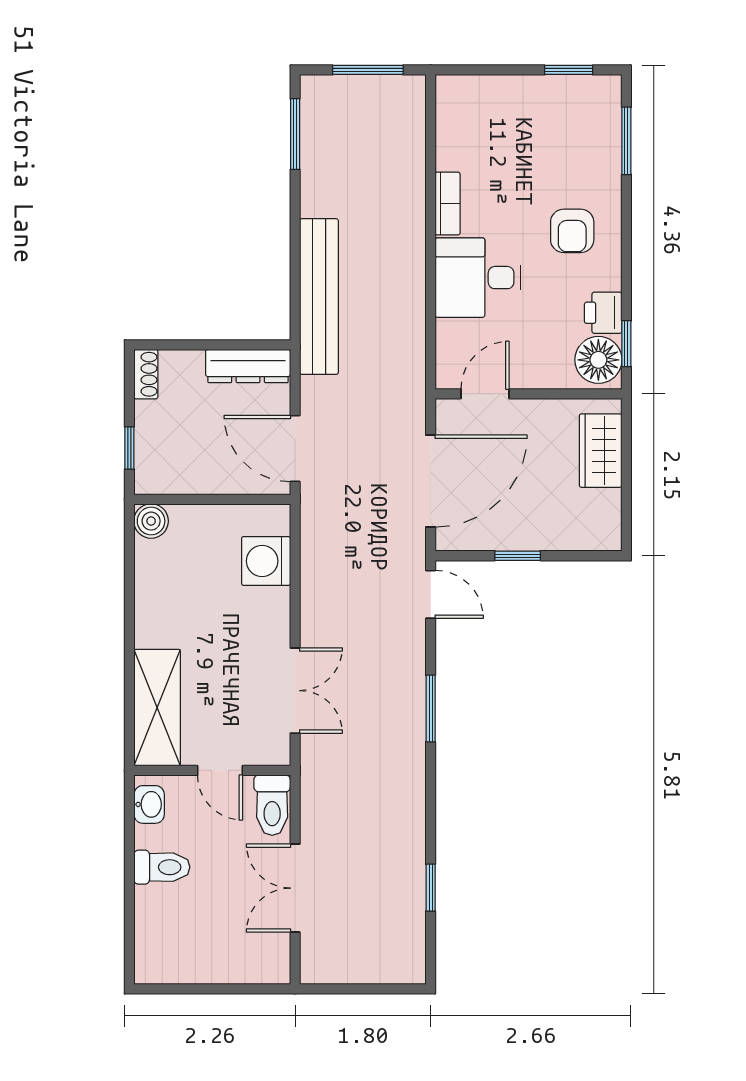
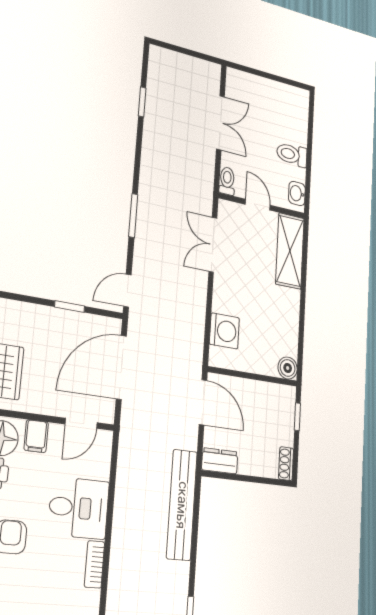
dresser: (248, 366) -> (220, 461), width x0.70
filing cabinet: (549, 368) -> (36, 436), added
door: (431, 594) -> (127, 291), hinge flipped
toilet: (272, 805) -> (227, 181), width x0.73, depth x0.72

